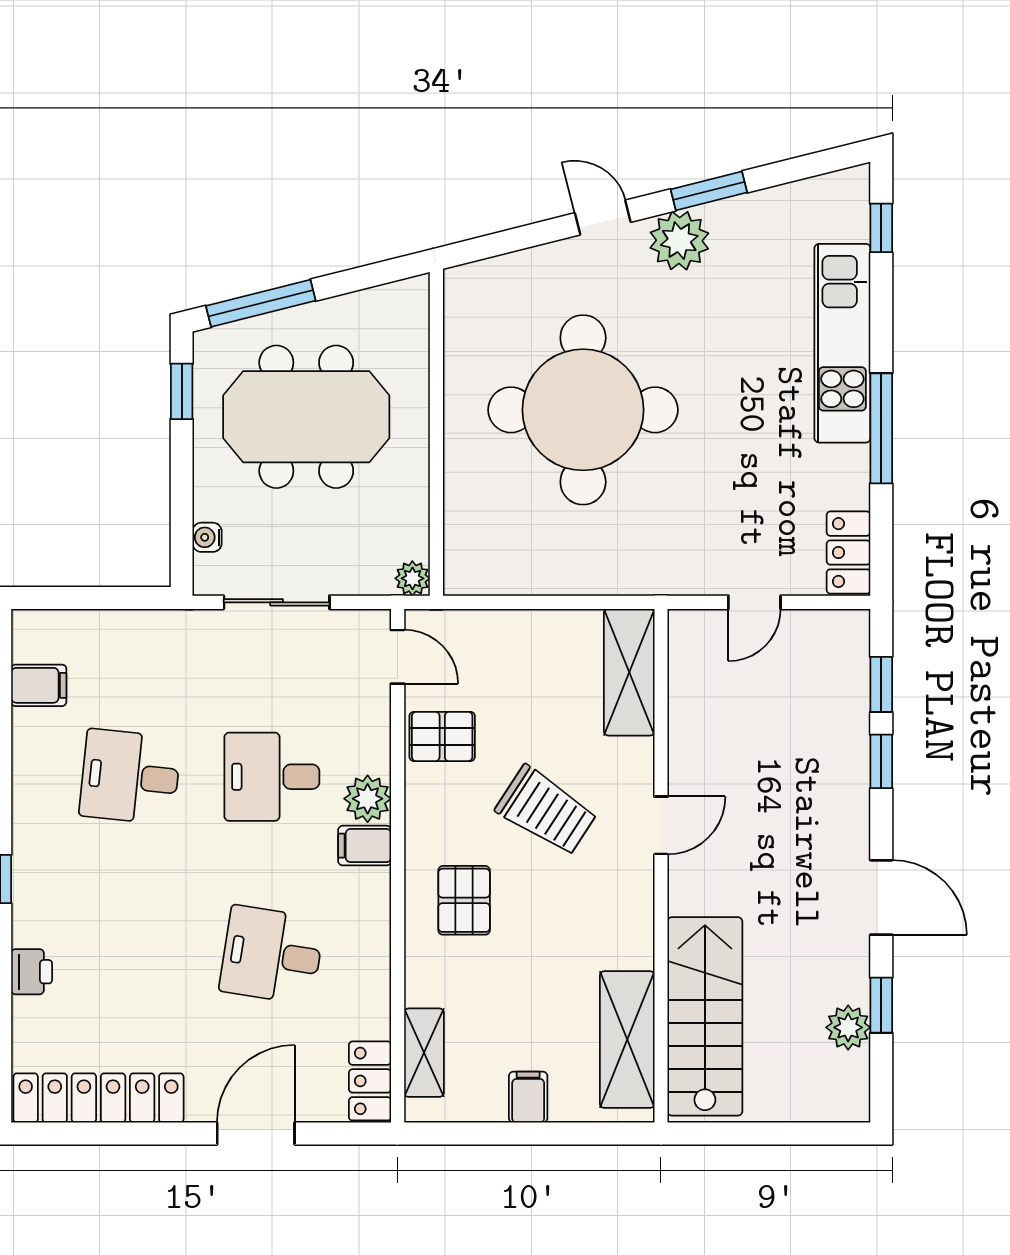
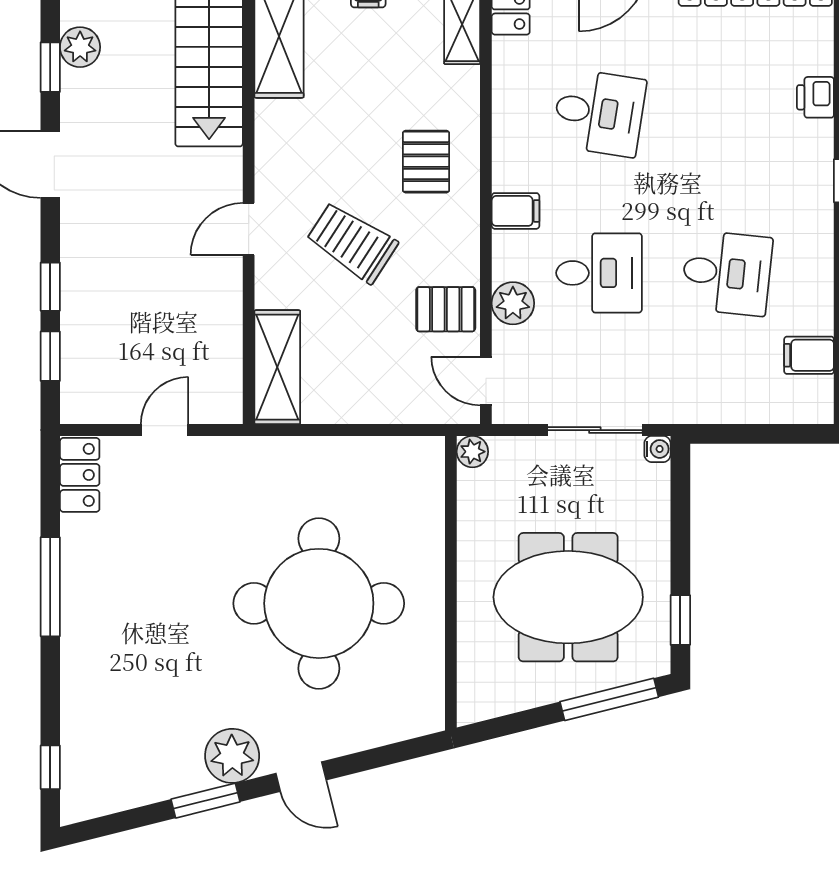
kitchen unit: (842, 343) -> (85, 663), removed
water cooler: (207, 537) -> (657, 449), moved
plant: (368, 799) -> (513, 303), moved

